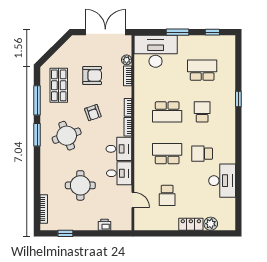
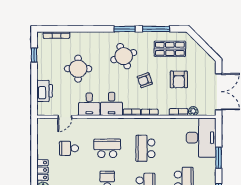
school desk: (167, 154) -> (107, 148), turned -90
printer: (104, 225) -> (45, 91), width x1.87, depth x1.48

